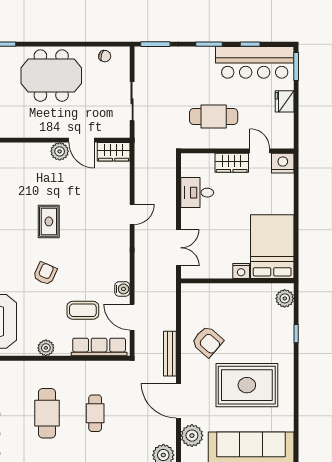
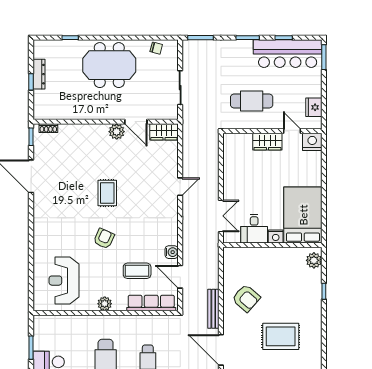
fridge: (285, 101) -> (314, 107), moved
desk: (197, 193) -> (254, 229), moved, turned -90
rug: (247, 385) -> (281, 336), width x0.73, depth x0.69

